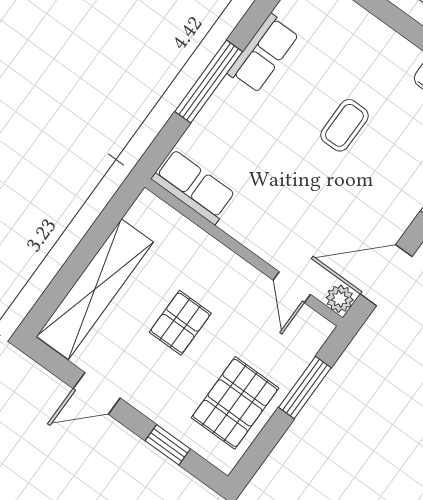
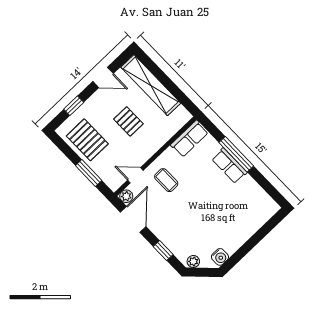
row of seats: (263, 53) -> (229, 166), moved
coffee table: (344, 125) -> (166, 180), moved
door: (97, 393) -> (103, 77), swing flipped

